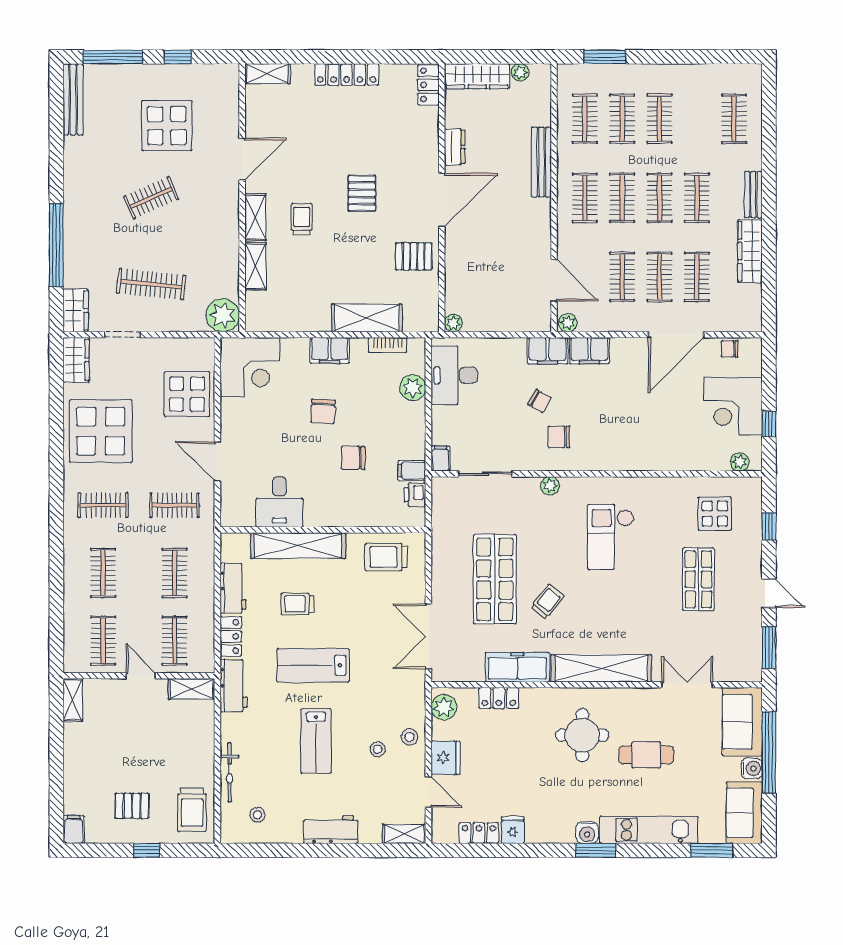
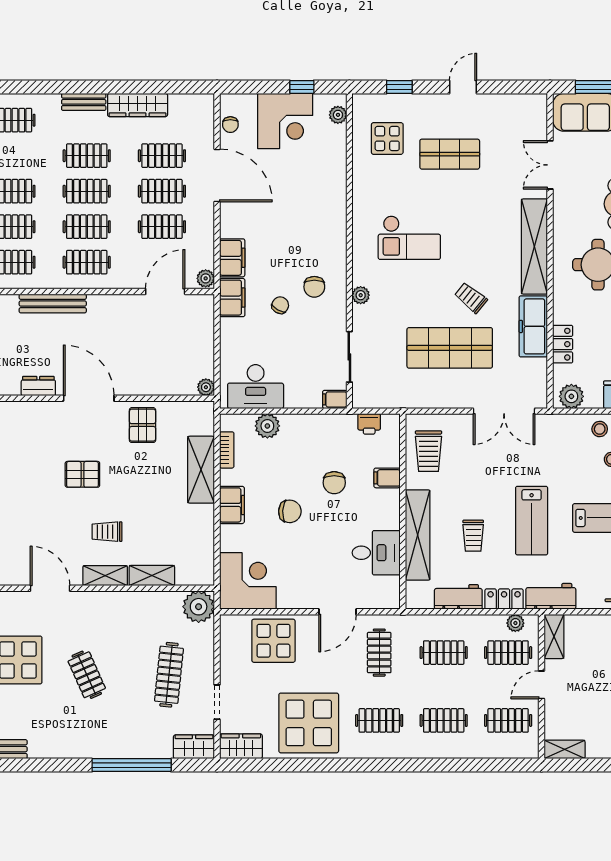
filing cabinet: (412, 471) -> (387, 478), moved, turned 90
clothes rail: (103, 505) -> (379, 720), turned 90
plant: (206, 648) -> (515, 623), added
window: (769, 648) -> (515, 87), removed

